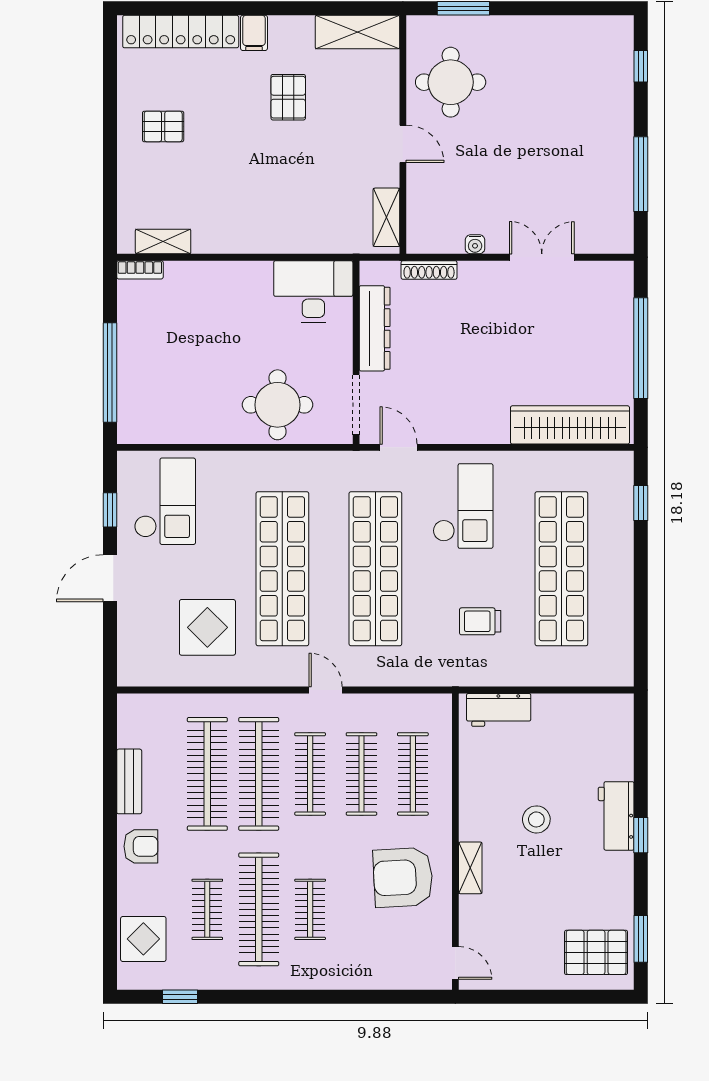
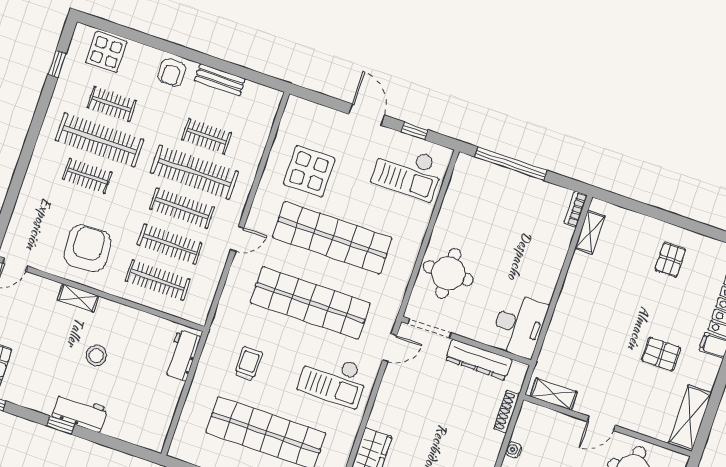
clothes rail: (207, 774) -> (207, 136), width x0.54, depth x0.76

